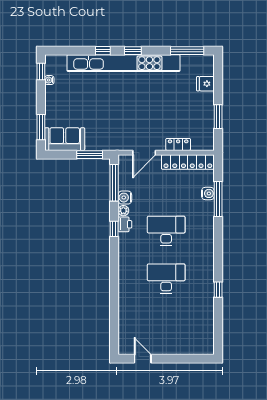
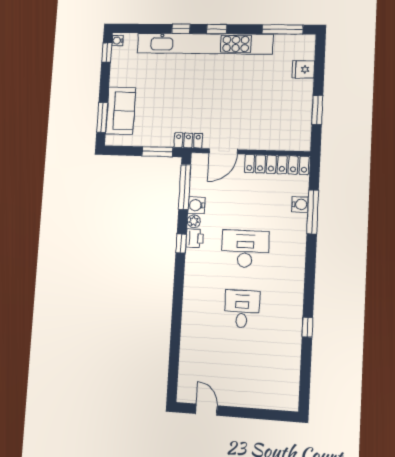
water cooler: (49, 80) -> (117, 41), moved
sofa: (65, 139) -> (121, 111), moved, turned 90
locker: (178, 144) -> (188, 140), moved
desk: (166, 279) -> (242, 309), width x0.73

